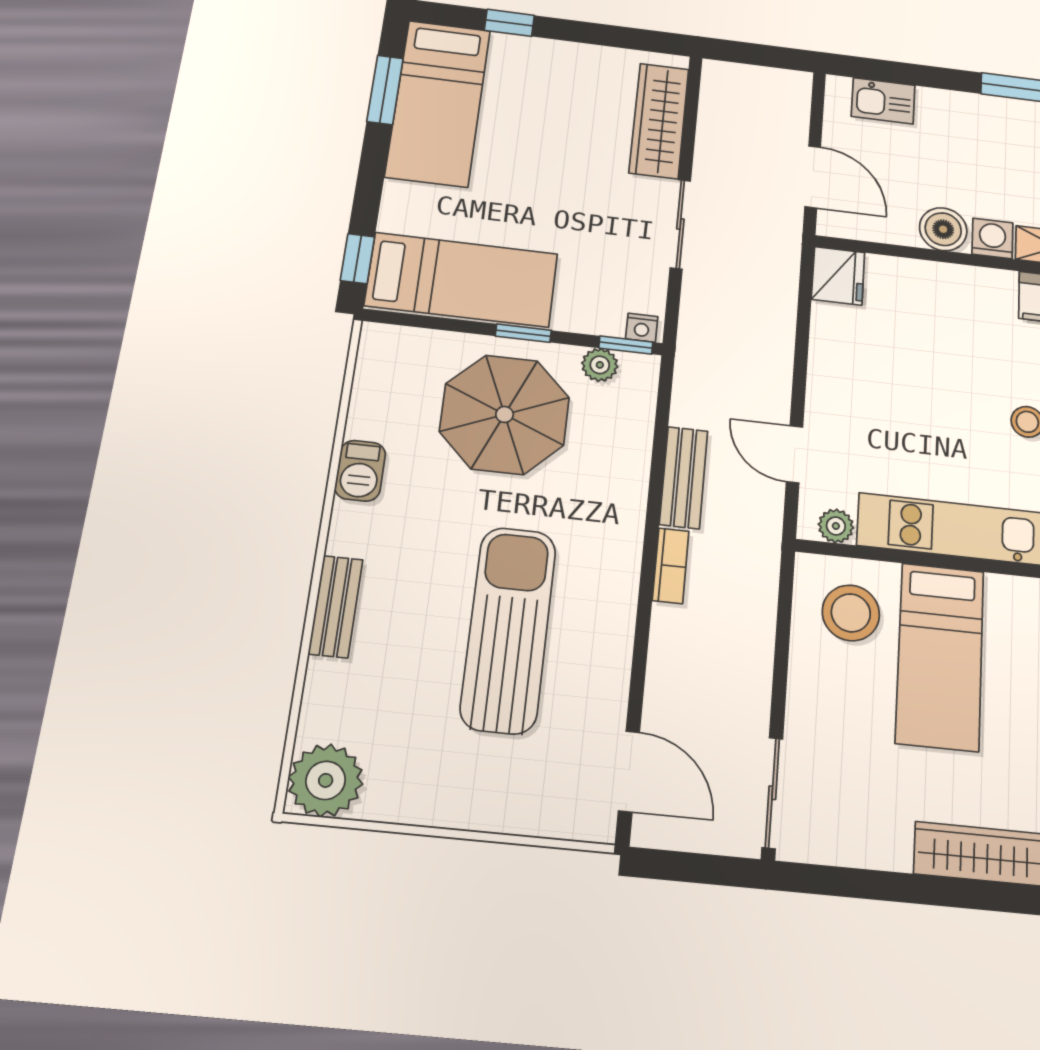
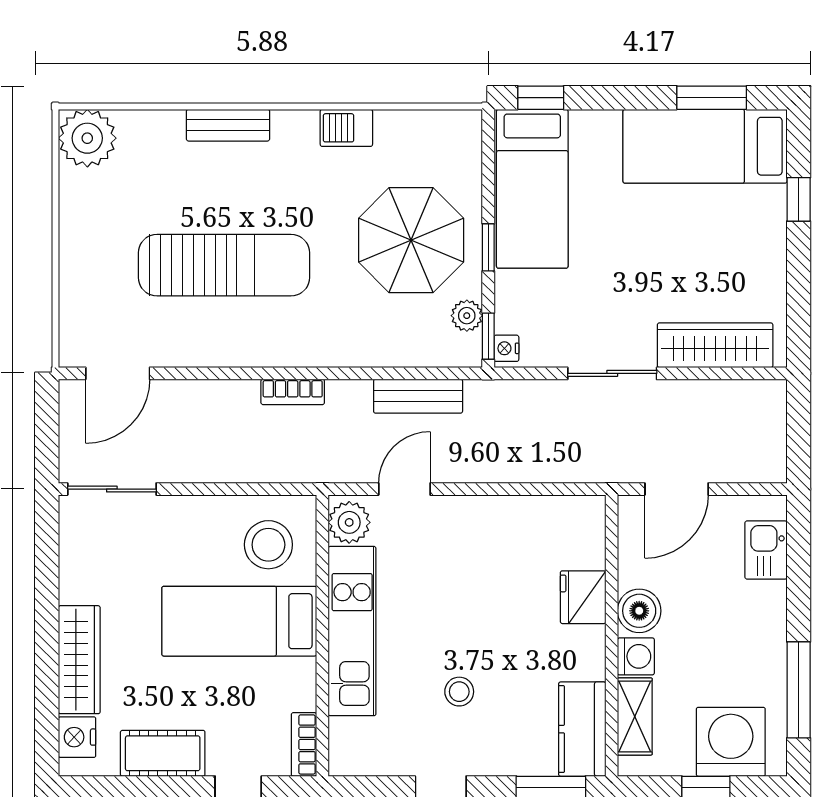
fridge: (838, 276) -> (583, 597), moved, turned 90
bench: (684, 477) -> (418, 396), moved
plant: (836, 526) -> (349, 522), width x1.38, depth x1.38

